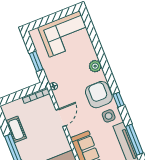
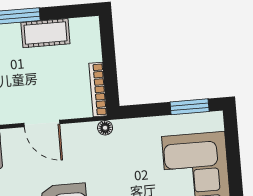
window: (36, 61) -> (190, 107), moved

